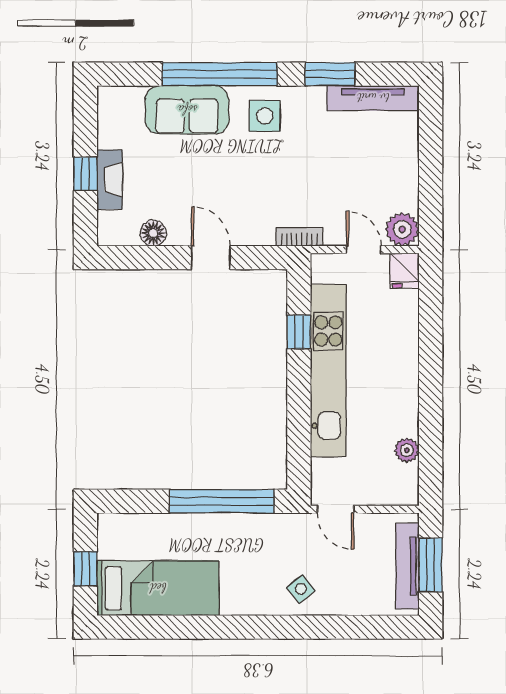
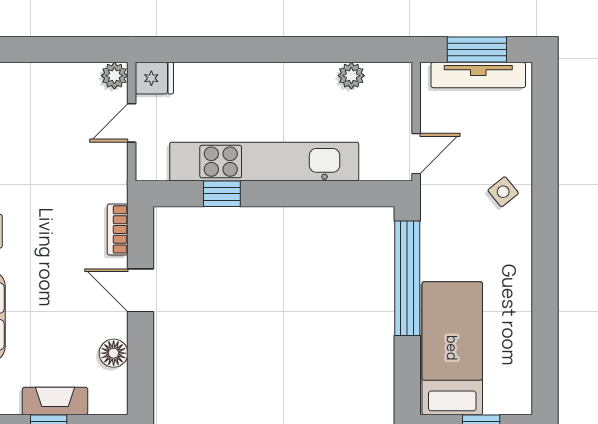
plant: (402, 229) -> (114, 76), width x0.73, depth x0.73
bookcase: (299, 237) -> (118, 229), moved
door: (211, 258) -> (140, 290), hinge flipped
bed: (158, 588) -> (452, 348), moved

